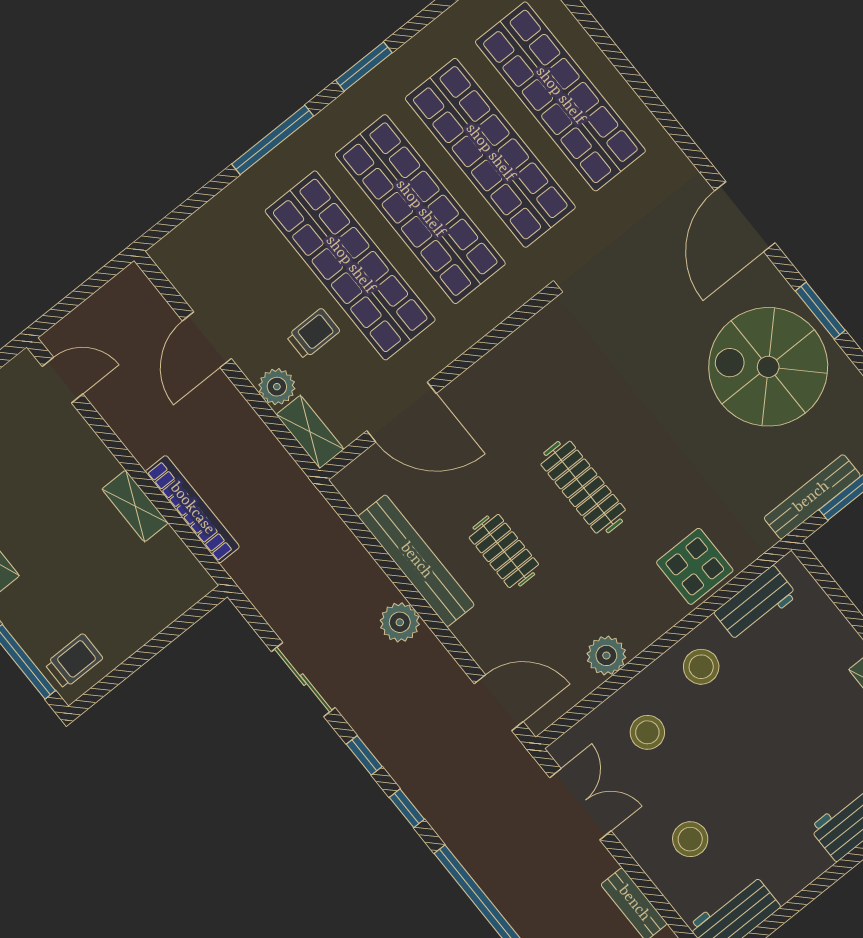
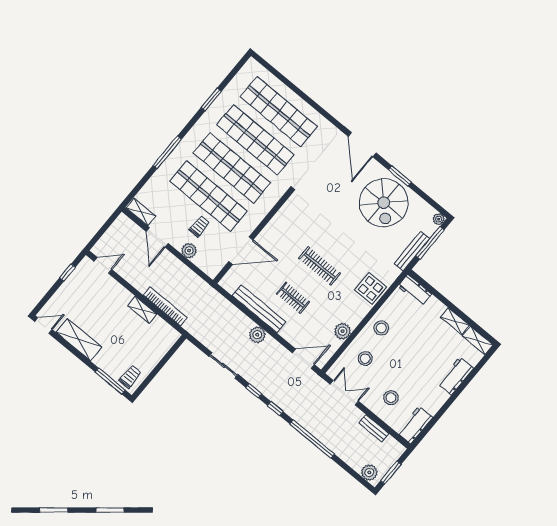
window: (364, 67) -> (211, 99), moved
spiral stairs: (768, 367) -> (384, 203), turned -90
shelving: (310, 432) -> (141, 212), moved
workbench: (756, 604) -> (415, 290), moved, turned 90

